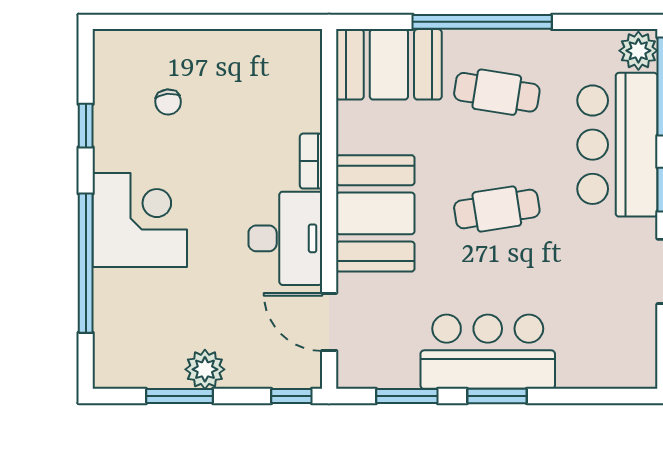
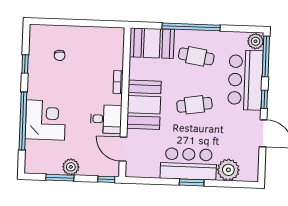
corner desk: (140, 220) -> (45, 120), moved
desk: (285, 238) -> (106, 119), width x0.73
plant: (584, 362) -> (228, 170), added
window: (407, 396) -> (154, 181), removed

